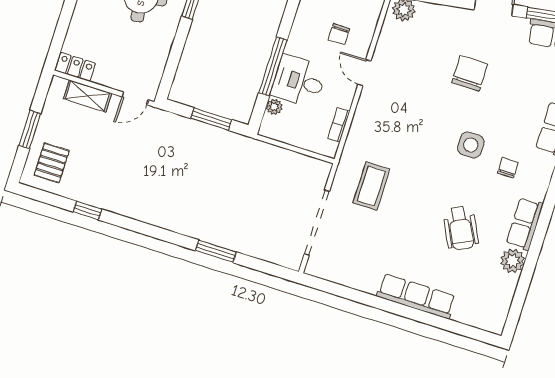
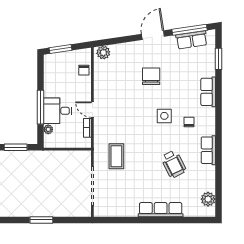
chair: (339, 34) -> (84, 70), moved
door: (364, 73) -> (92, 110), moved
plant: (513, 261) -> (208, 199), moved

